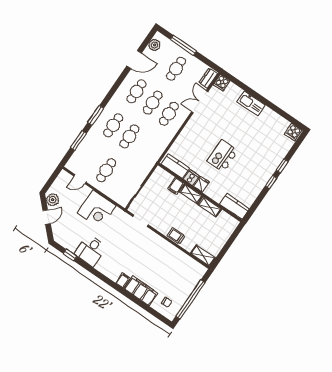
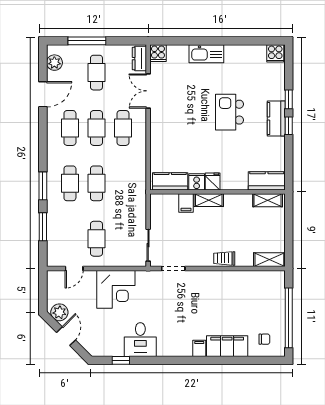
kitchen island: (223, 156) -> (230, 112), moved
kitchen counter: (267, 172) -> (276, 119), added
shelving: (210, 207) -> (268, 200), moved

